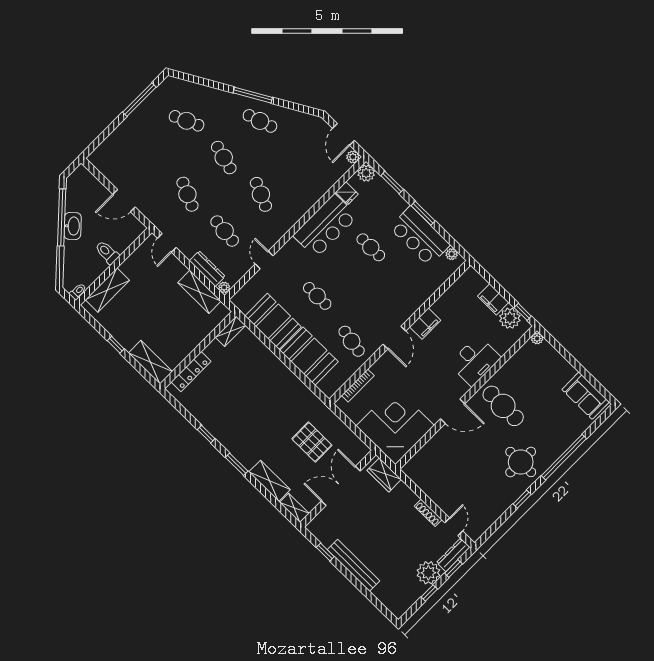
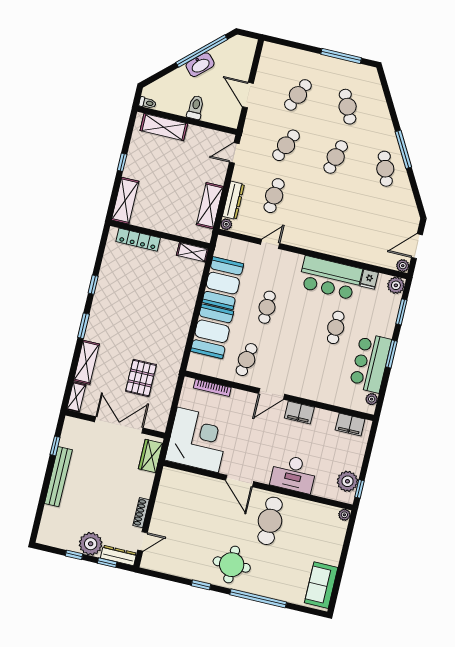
cafe table: (261, 194) -> (298, 95), moved
filing cabinet: (493, 299) -> (350, 425), moved, turned -90

